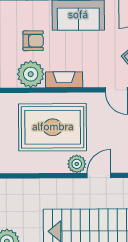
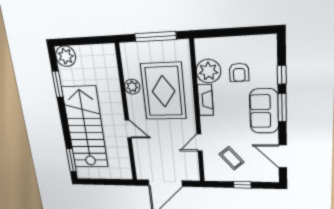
plant: (77, 164) -> (132, 87), moved

